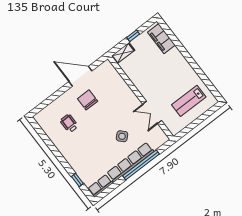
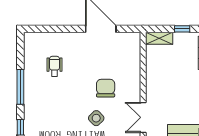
chair: (88, 100) -> (106, 88), moved
window: (57, 154) -> (20, 87), added

